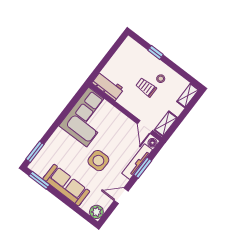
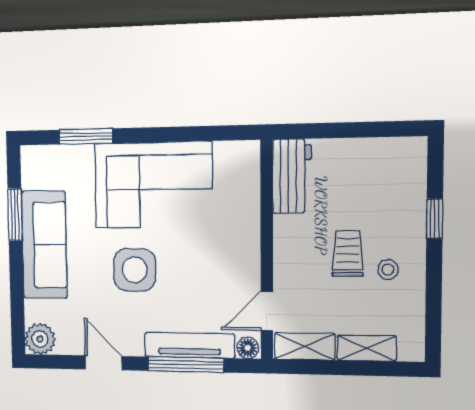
shelving: (188, 96) -> (367, 348), moved
corner sofa: (88, 117) -> (153, 185), moved
window: (35, 152) -> (86, 136), moved
window: (143, 168) -> (186, 365), width x1.44
window: (39, 180) -> (15, 215), moved

